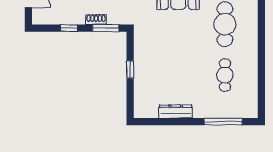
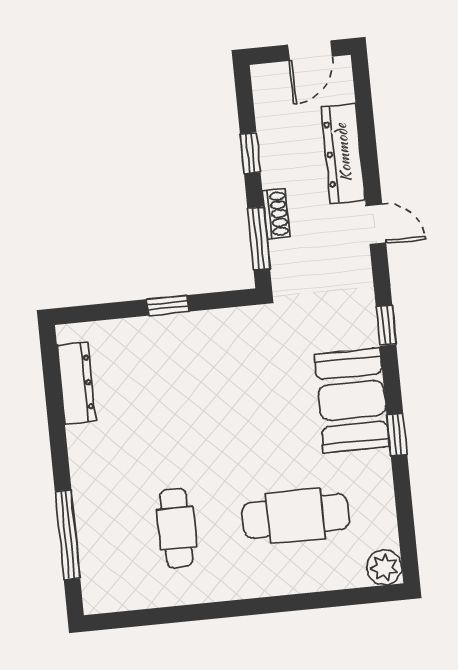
cafe table: (225, 75) -> (176, 528), turned 90
dresser: (176, 111) -> (76, 383), moved

